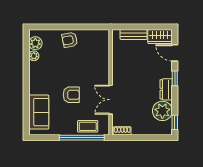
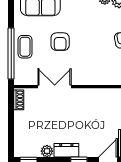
plant: (162, 111) -> (47, 151), width x0.53, depth x0.53
coffee table: (88, 126) -> (25, 47), moved

